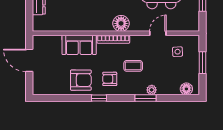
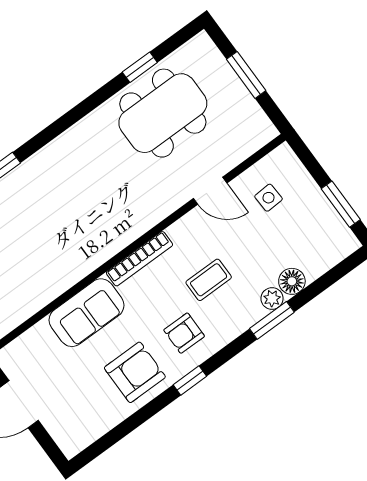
floor lamp: (121, 23) -> (132, 221), removed
door: (158, 33) -> (210, 191), swing flipped
window: (202, 63) -> (341, 204), moved
floor lamp: (186, 89) -> (292, 281), moved

